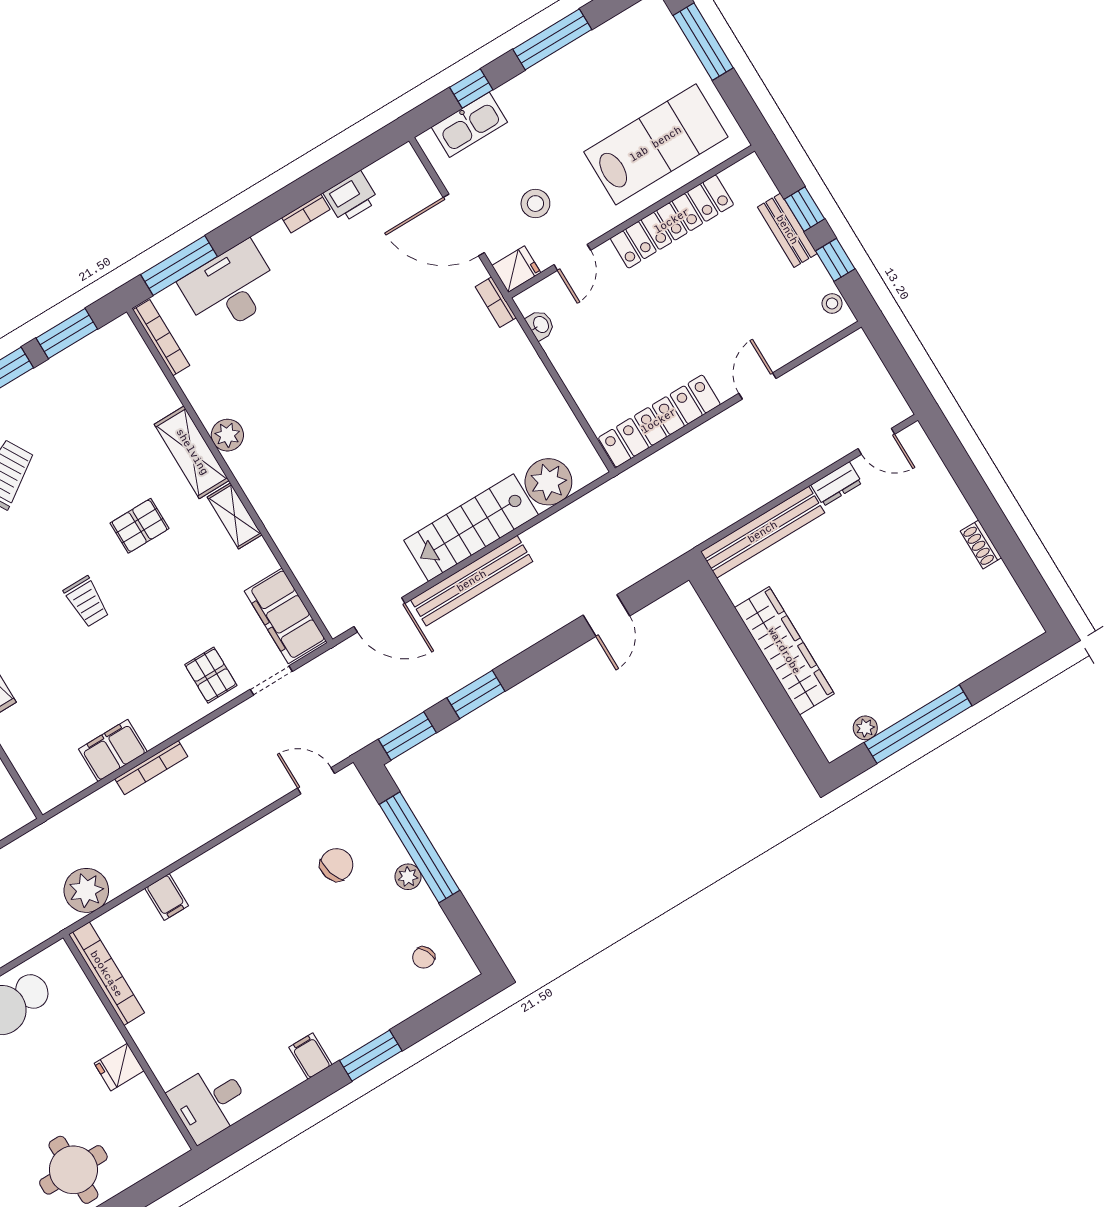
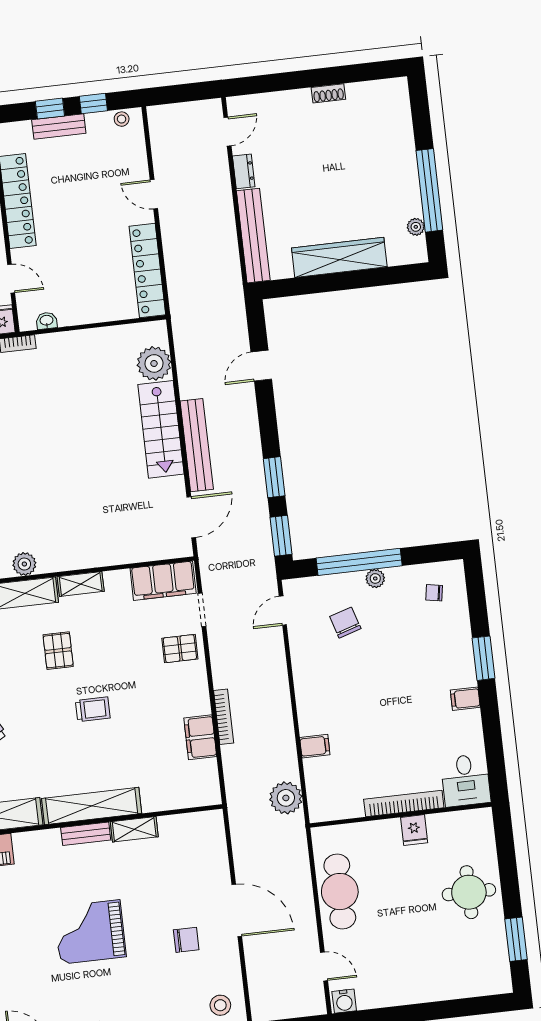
door: (606, 616) -> (261, 366), swing flipped
chair: (424, 958) -> (434, 593), turned 127
bookcase: (106, 974) -> (404, 803), moved

